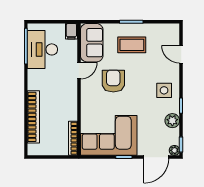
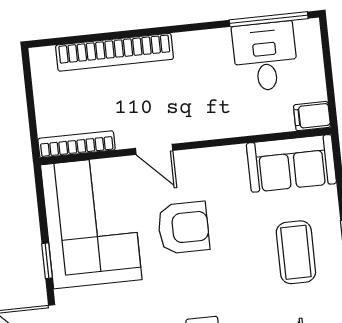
desk: (42, 49) -> (265, 57), width x0.73
door: (79, 71) -> (154, 149), moved
armchair: (113, 81) -> (183, 228), moved

